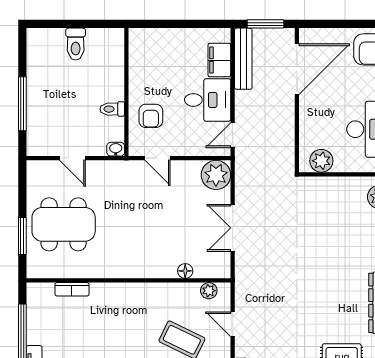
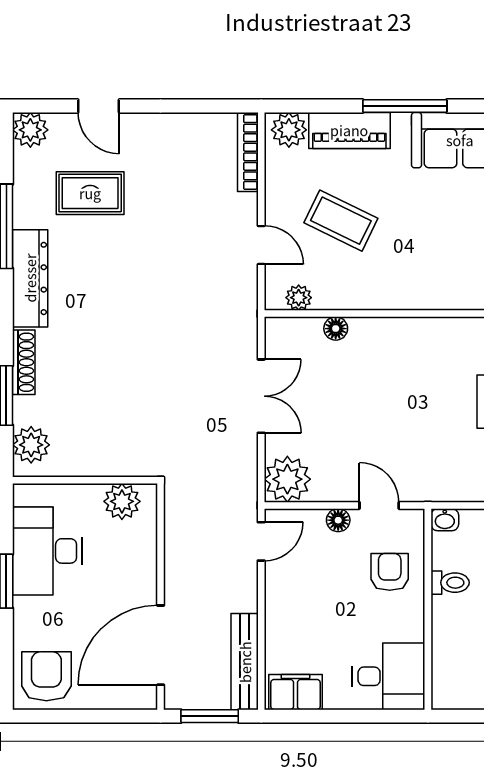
filing cabinet: (219, 60) -> (296, 692), moved, turned -90
desk: (208, 100) -> (389, 676), moved, turned 180
floor lamp: (184, 149) -> (338, 520), added

